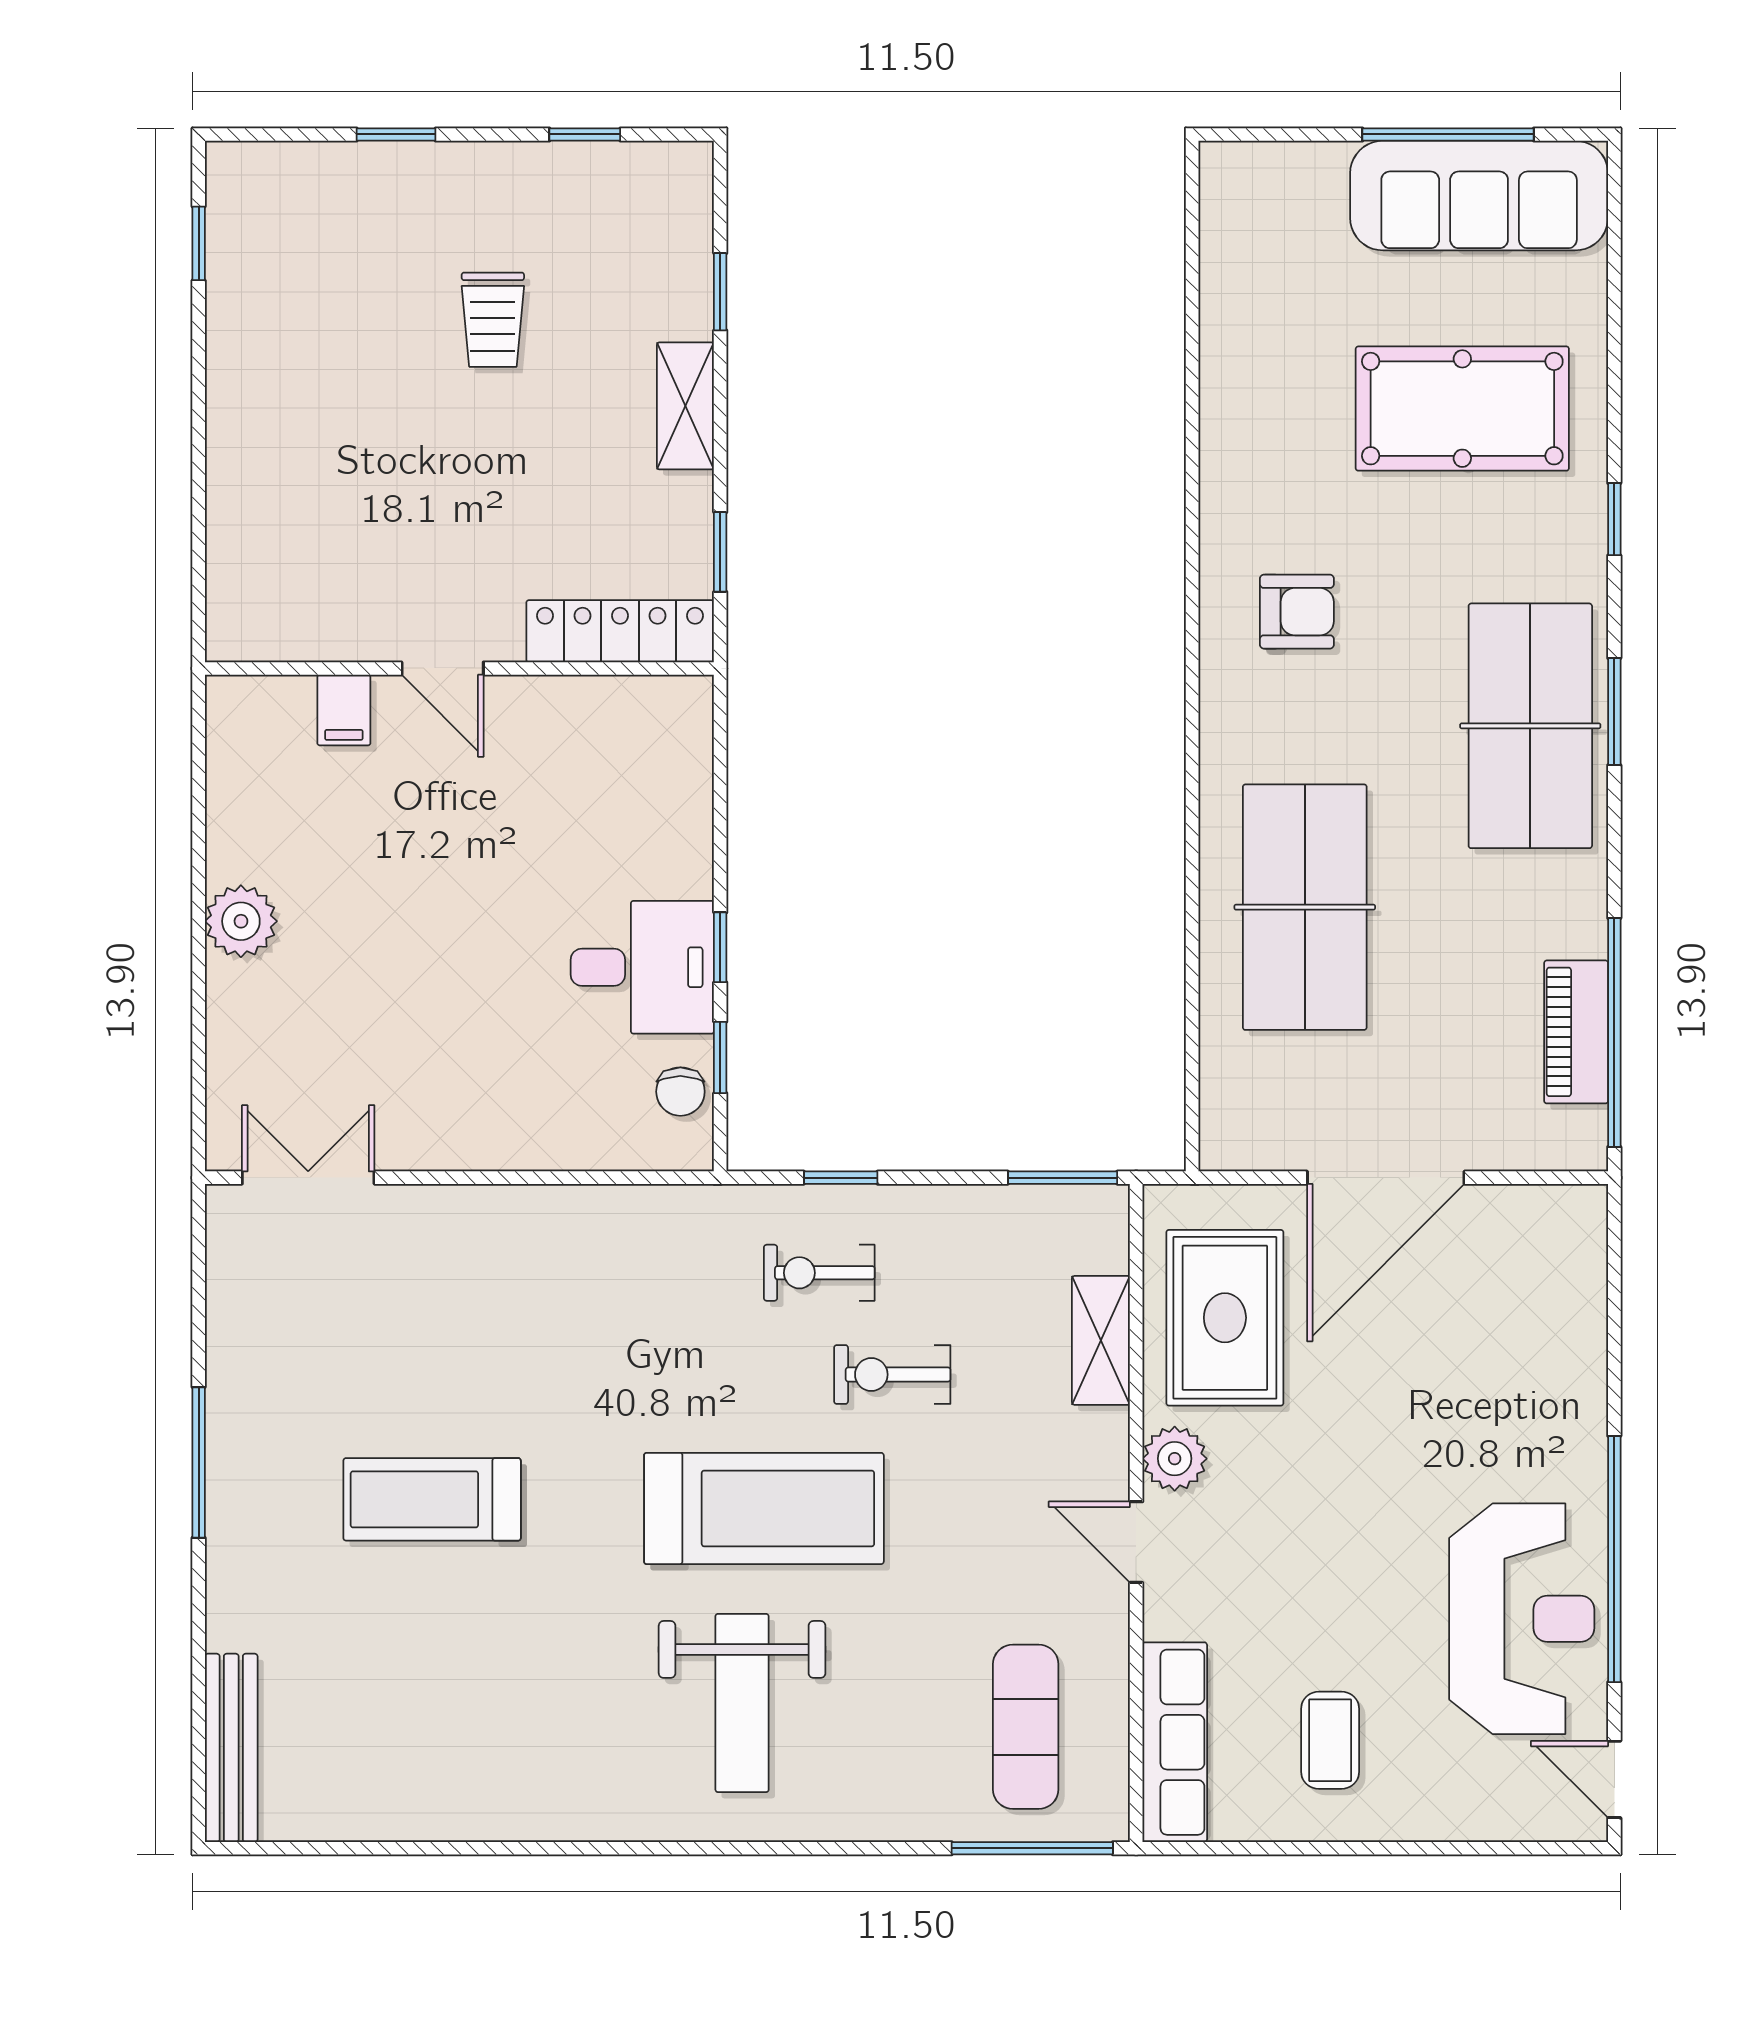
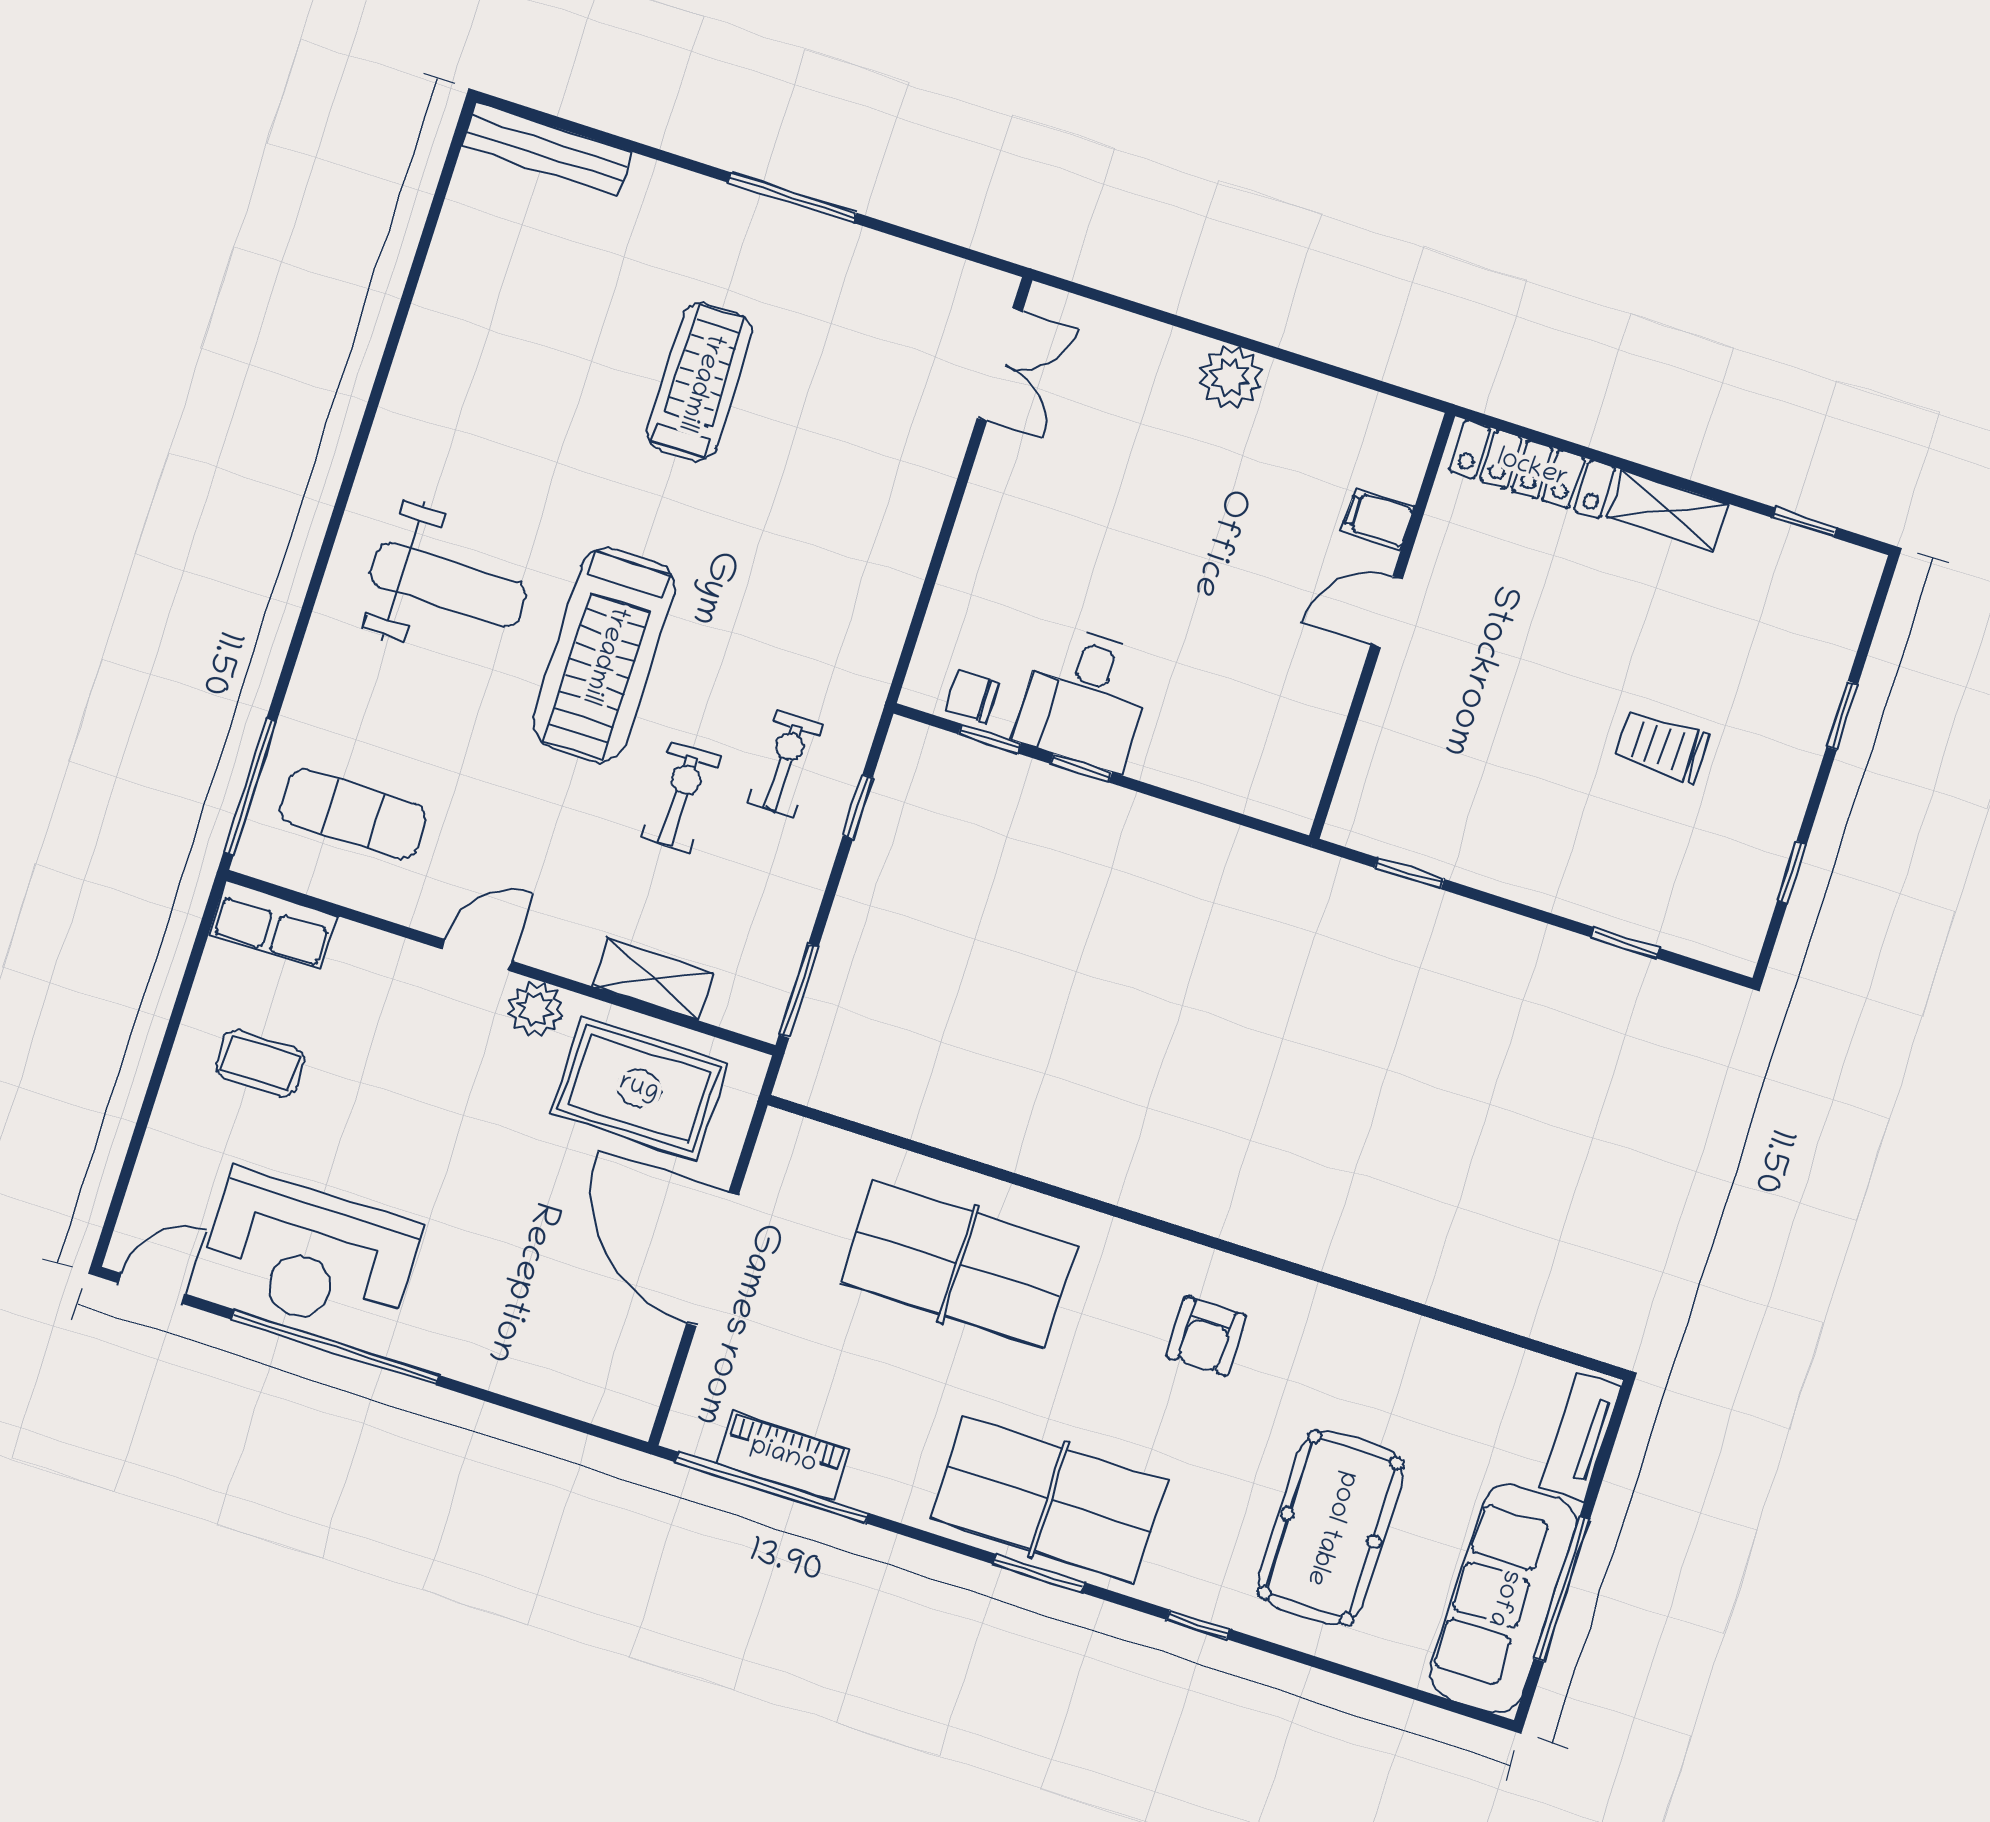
tv unit: (1275, 167) -> (1581, 1437), added
shelving: (685, 406) -> (1667, 510), moved
locker: (620, 631) -> (1532, 469), moved, turned 90
weight bench: (742, 1703) -> (448, 585), turned 180
row of seats: (1175, 1742) -> (273, 925), width x0.68

